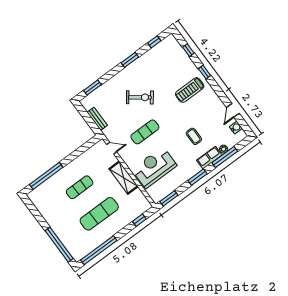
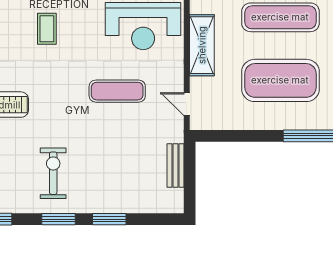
window: (92, 88) -> (109, 219), moved
exercise bike: (140, 97) -> (53, 173), moved, turned 53
exercise mat: (80, 187) -> (280, 80), width x2.00, depth x1.45

